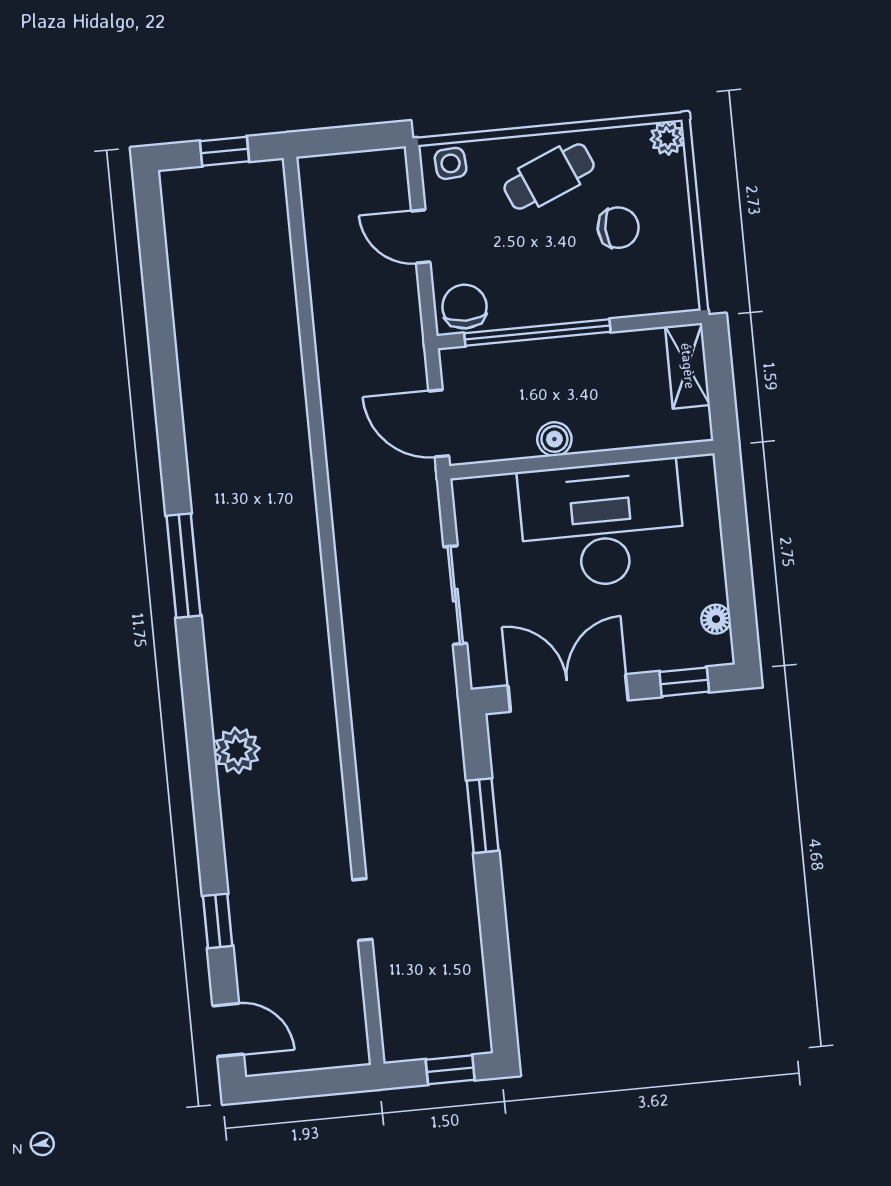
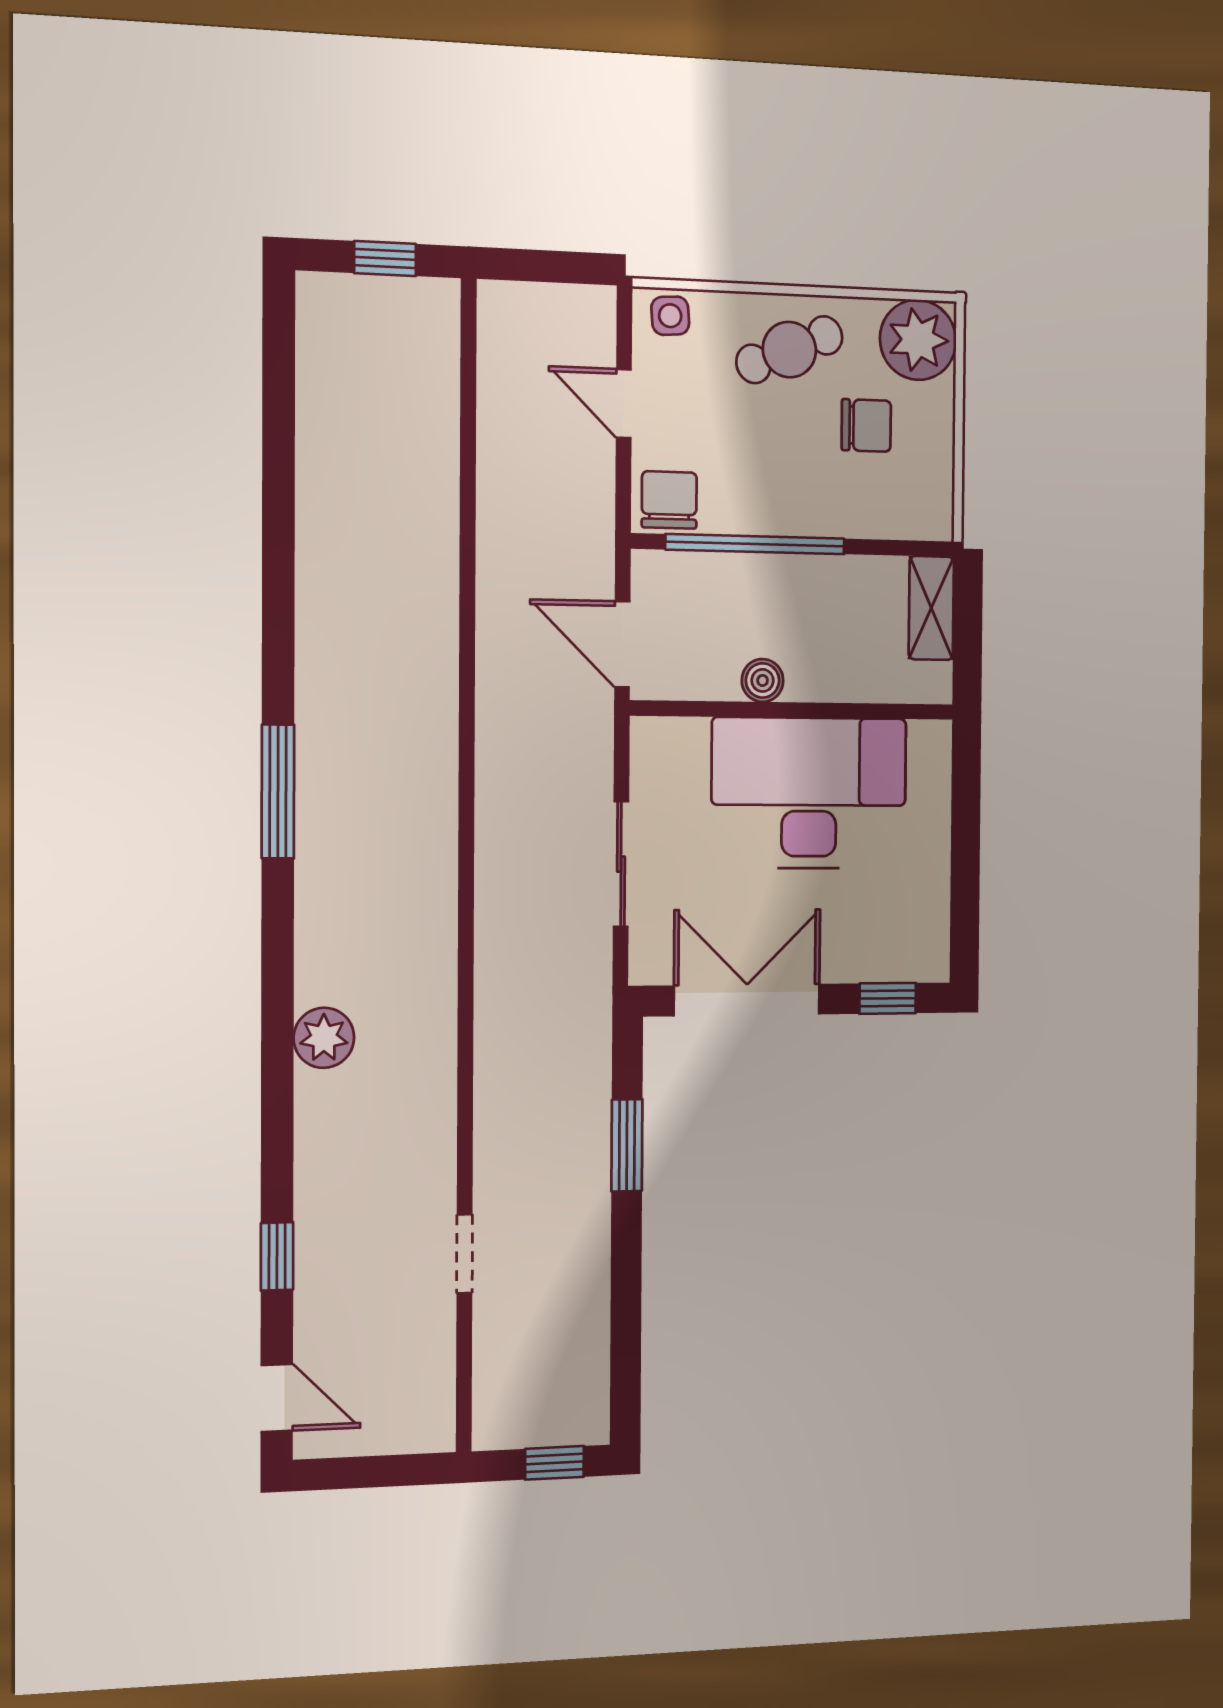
plant: (667, 138) -> (918, 340), width x1.87, depth x1.87
floor lamp: (716, 619) -> (933, 925), removed

